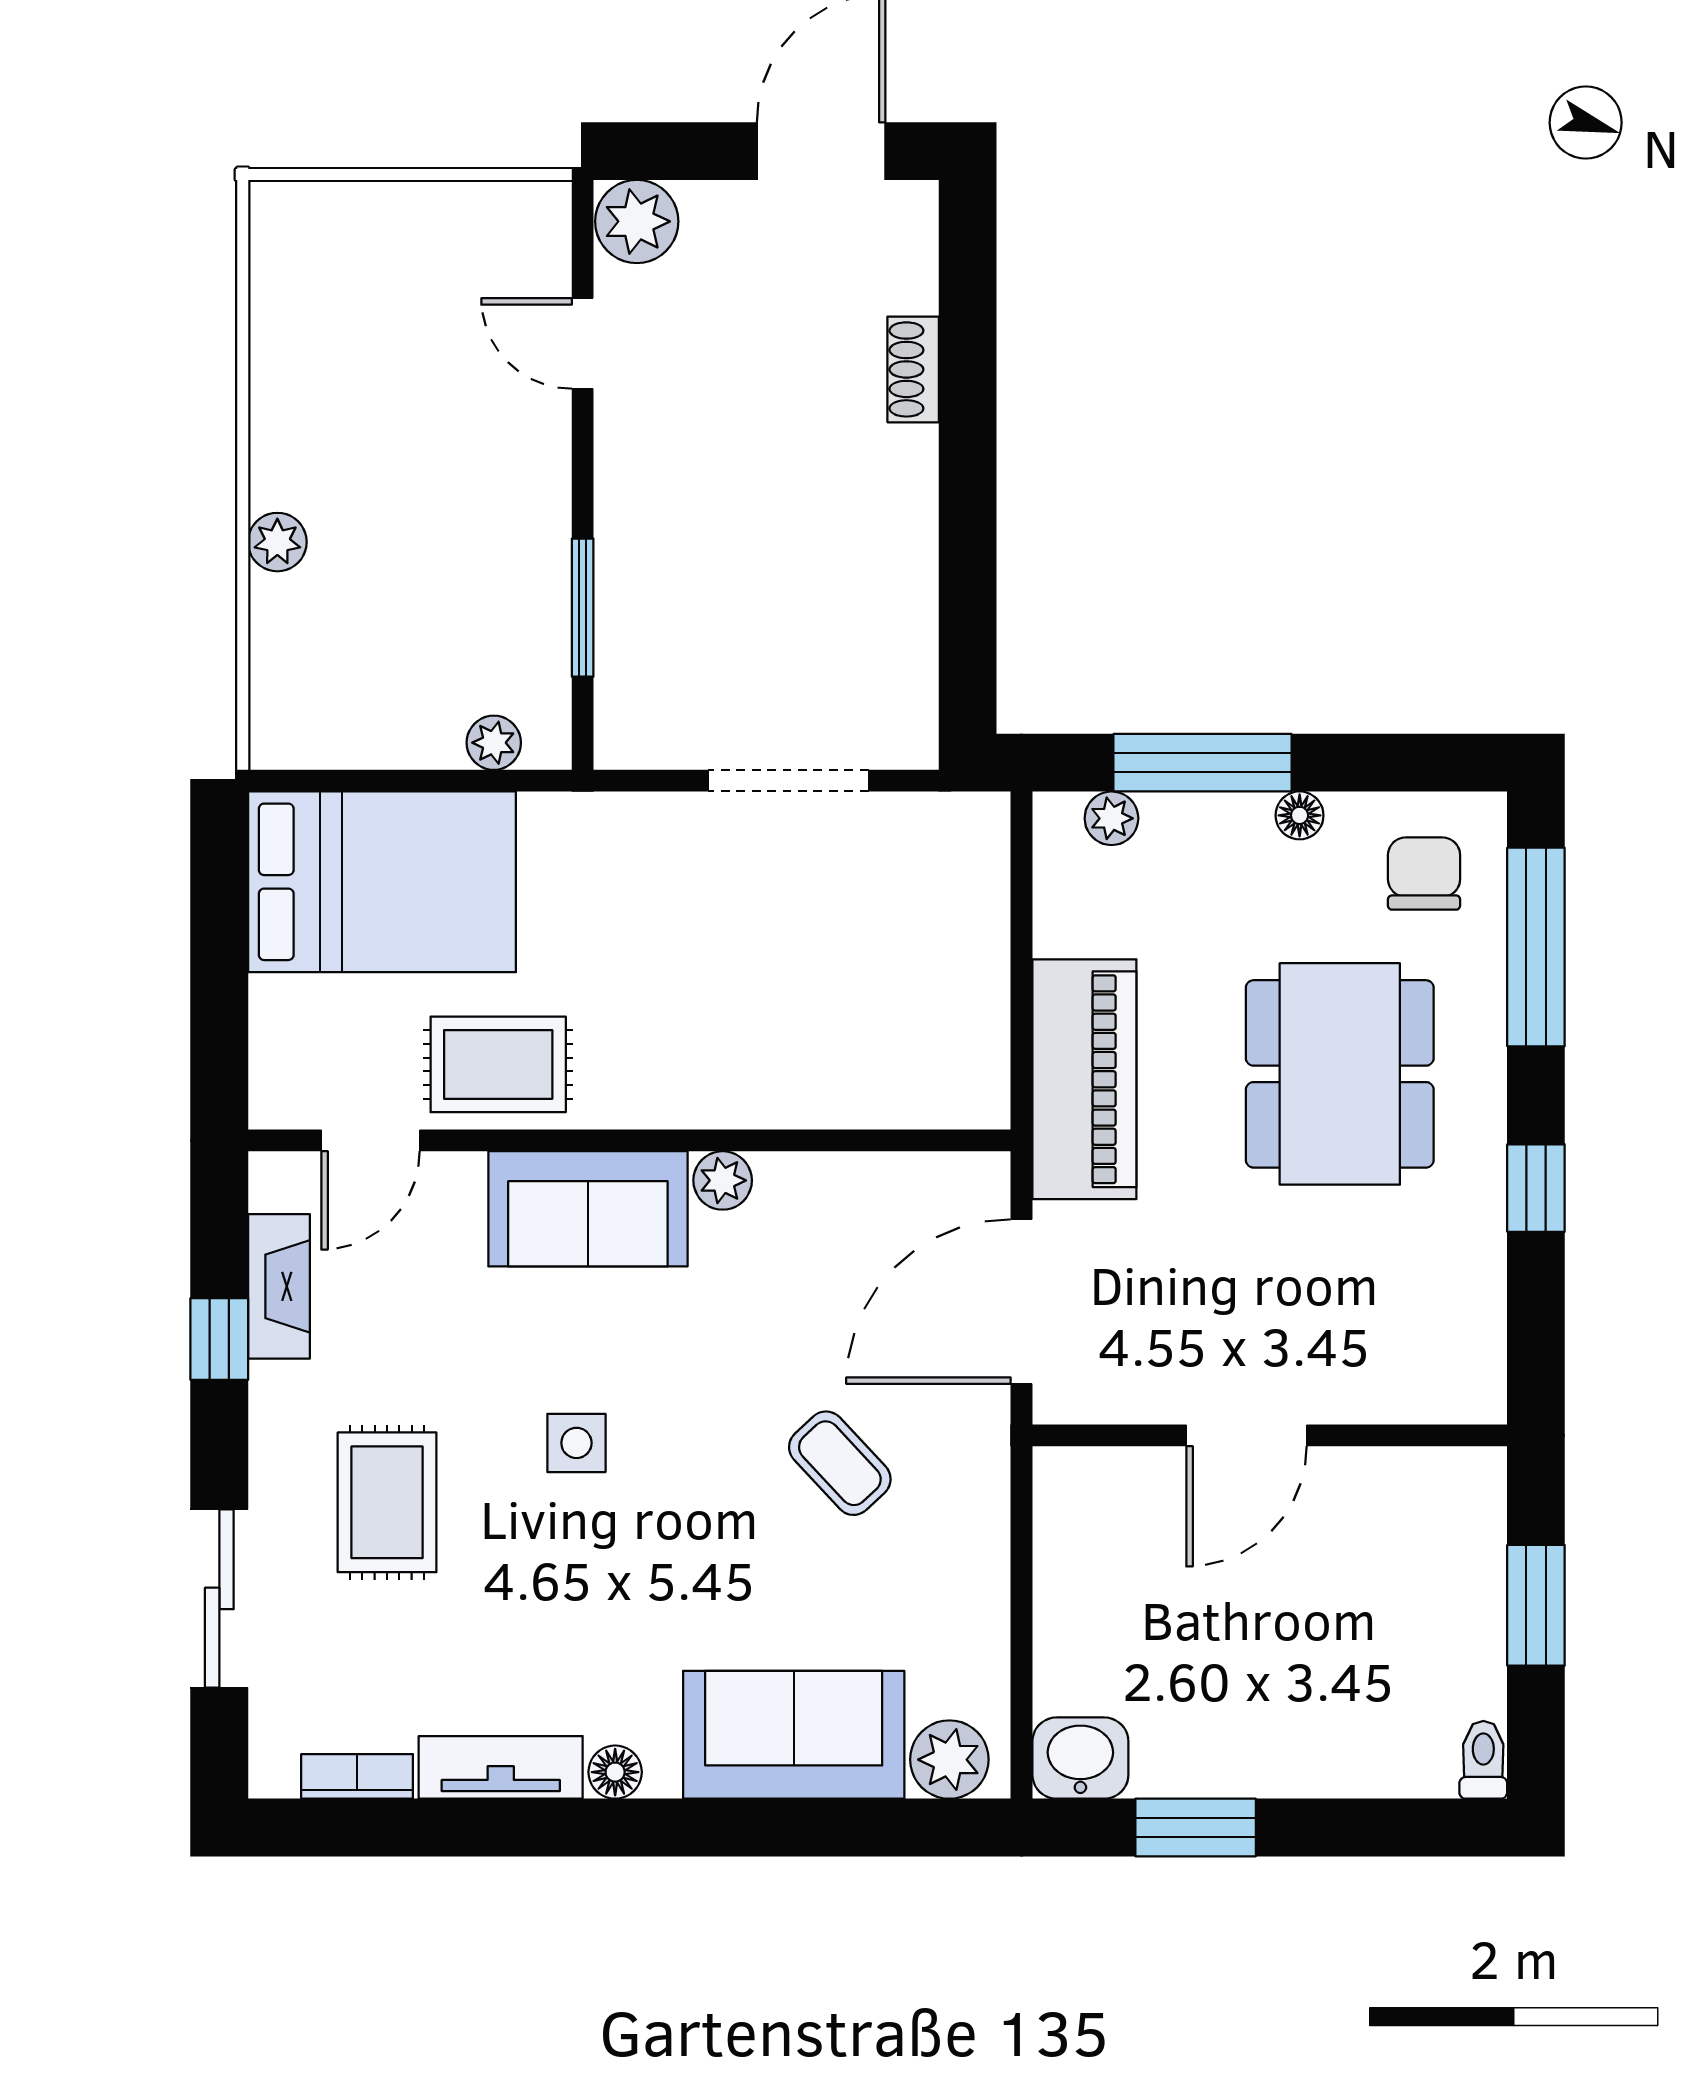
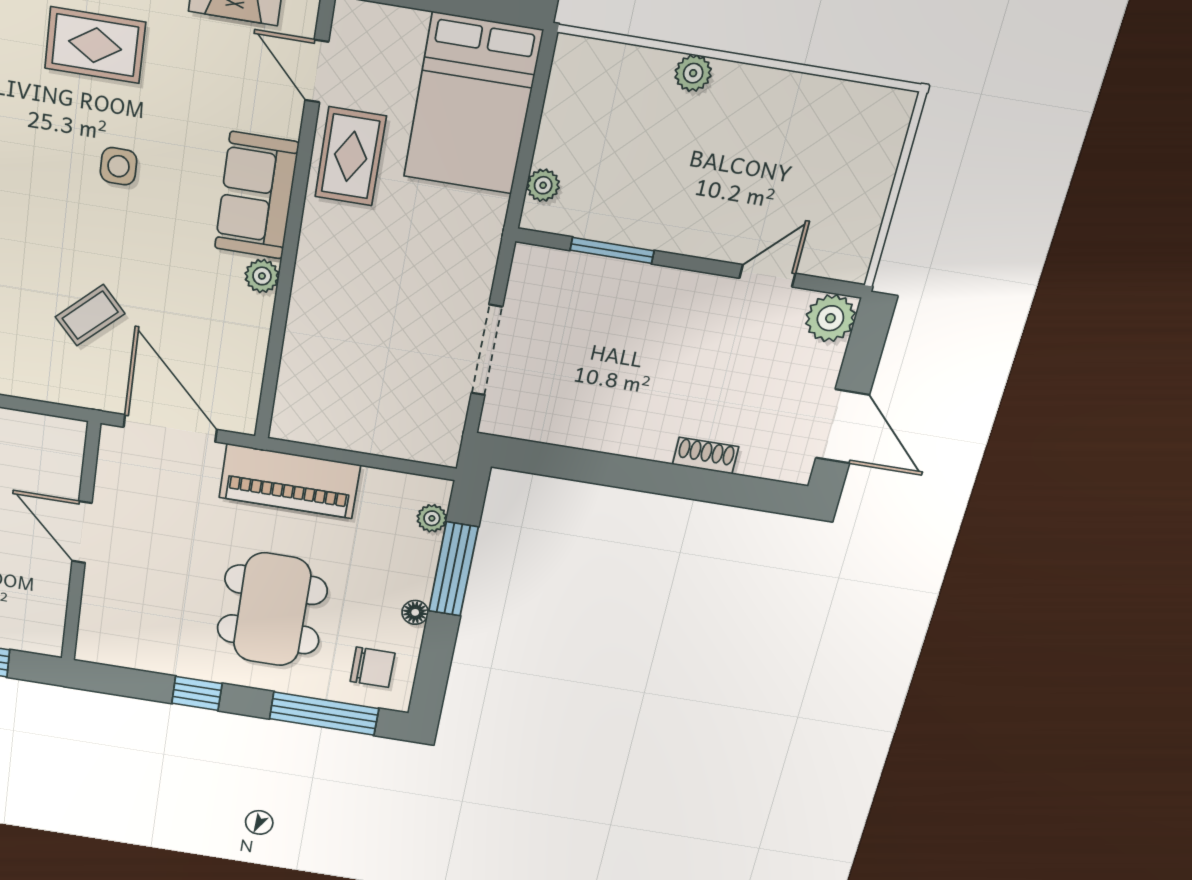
dining table: (1340, 1074) -> (272, 610), turned 90

